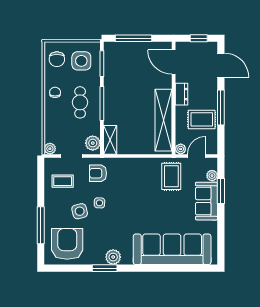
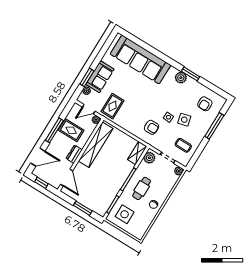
window: (134, 38) -> (83, 208), width x0.69
chair: (57, 59) -> (139, 225), removed
door: (221, 65) -> (38, 157), swing flipped
armchair: (98, 173) -> (151, 127), moved
armchair: (67, 244) -> (205, 104), width x0.53, depth x0.53

